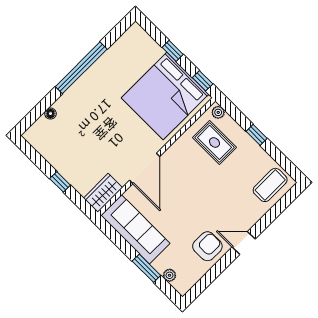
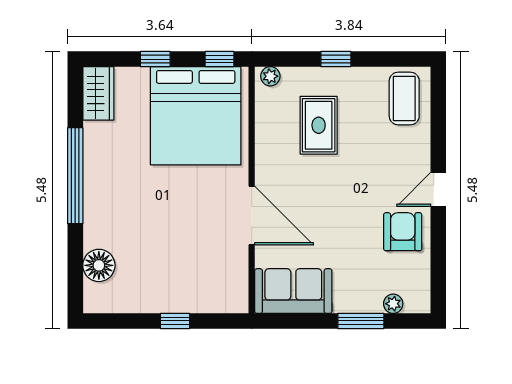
floor lamp: (50, 114) -> (99, 265), width x1.89, depth x1.89
rug: (215, 142) -> (319, 125), moved, turned 90
wardrobe: (103, 193) -> (98, 93), moved, turned 180
sofa: (135, 229) -> (293, 291), width x0.73

